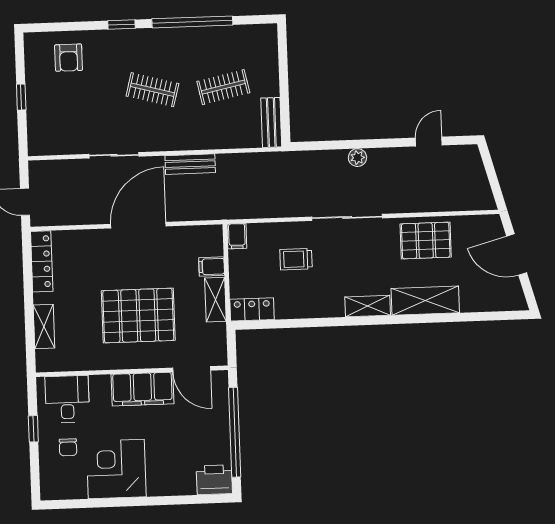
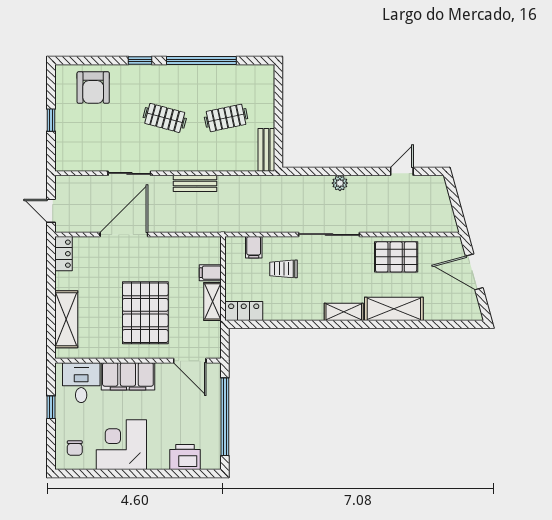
armchair: (69, 58) -> (93, 88), width x1.38, depth x1.38
door: (138, 225) -> (124, 234), moved
filing cabinet: (237, 236) -> (254, 247), moved
locker: (42, 261) -> (63, 254), width x0.66
pallet: (138, 316) -> (145, 313), turned 90
shelving: (44, 327) -> (66, 319), width x1.50, depth x1.33
filing cabinet: (142, 389) -> (128, 376), moved
chair: (68, 447) -> (75, 448), moved
printer: (214, 480) -> (185, 457), moved

